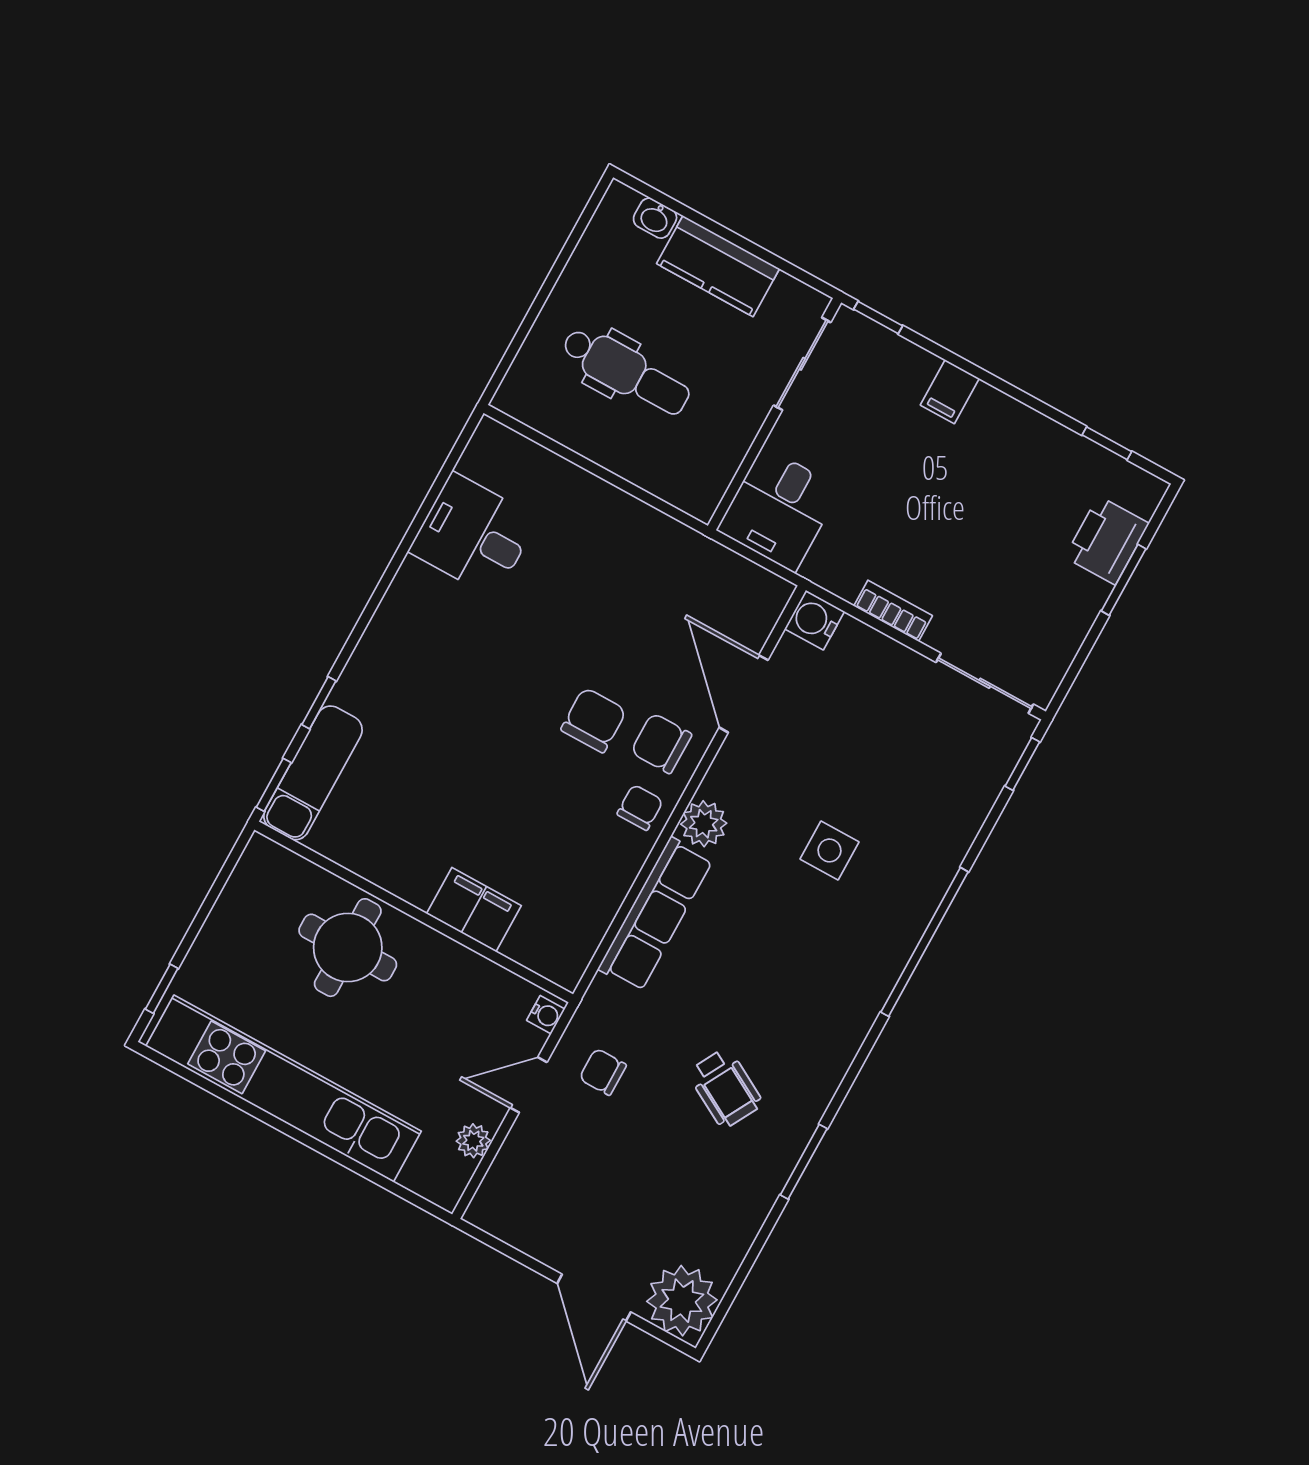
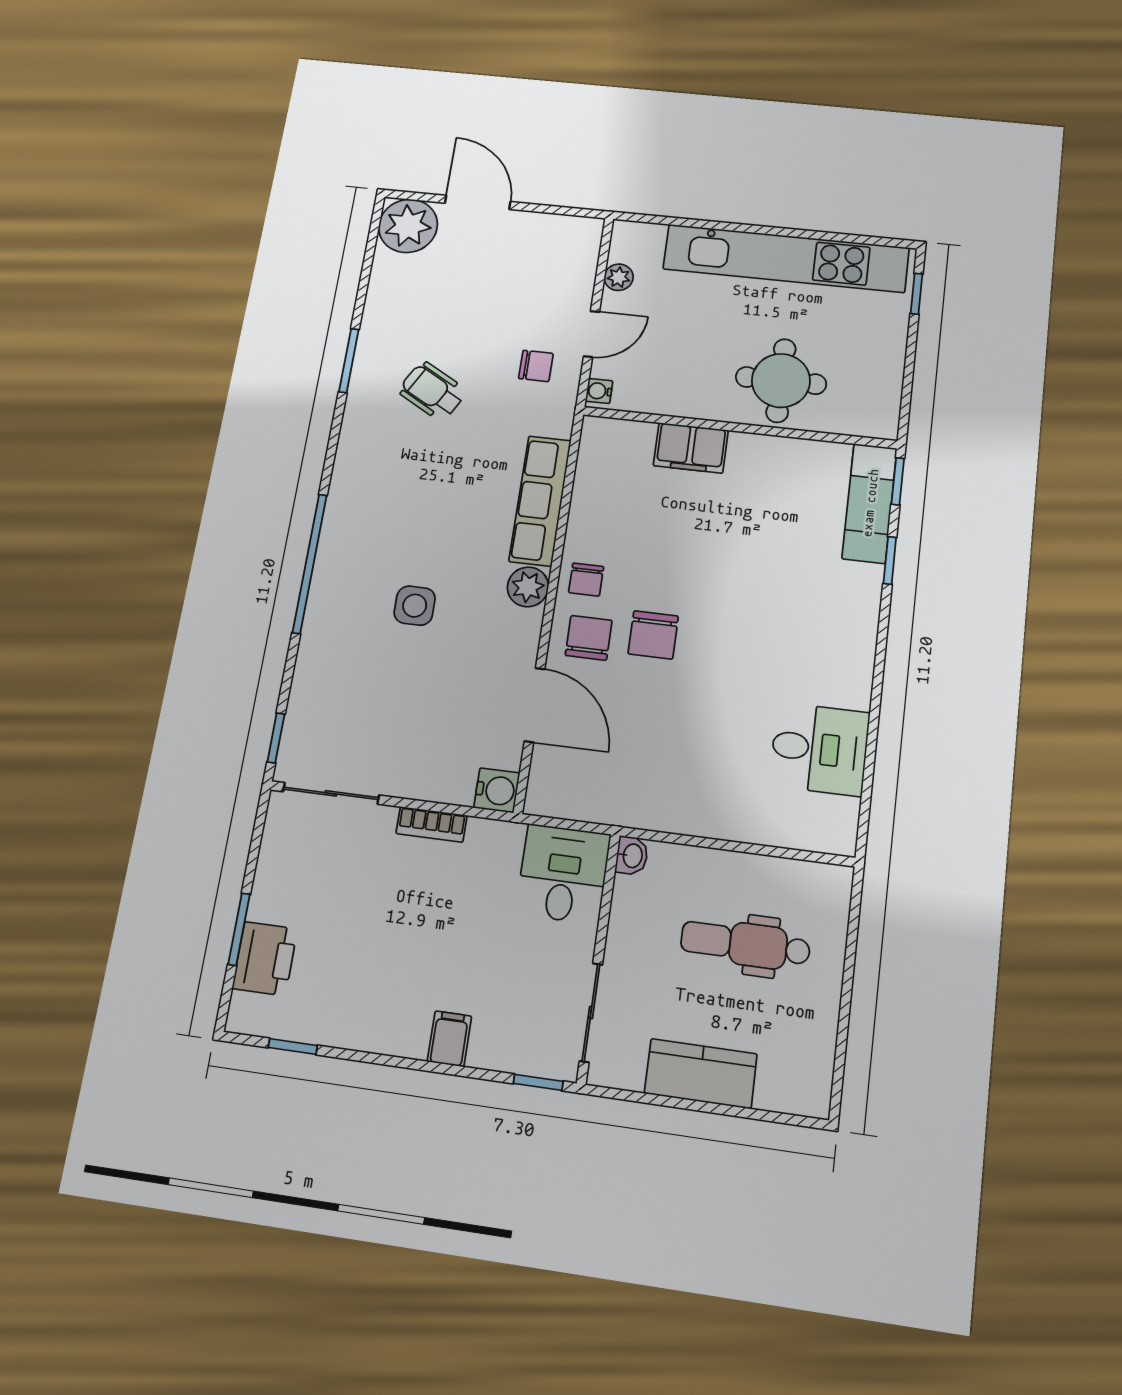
washbasin: (655, 218) -> (632, 856), moved, turned 90
chair: (661, 743) -> (589, 638), turned -90

